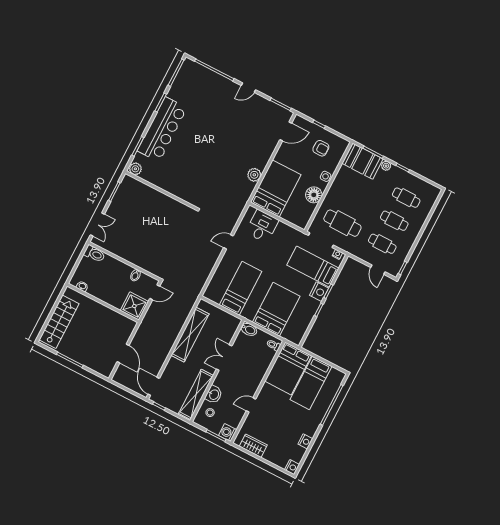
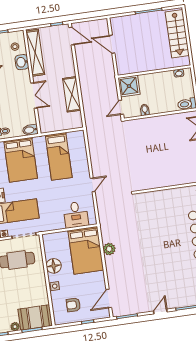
shelving: (190, 335) -> (72, 94), width x0.68

